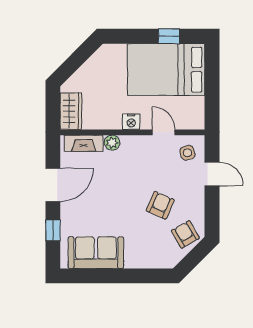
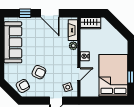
sofa: (96, 253) -> (13, 42), width x1.36

